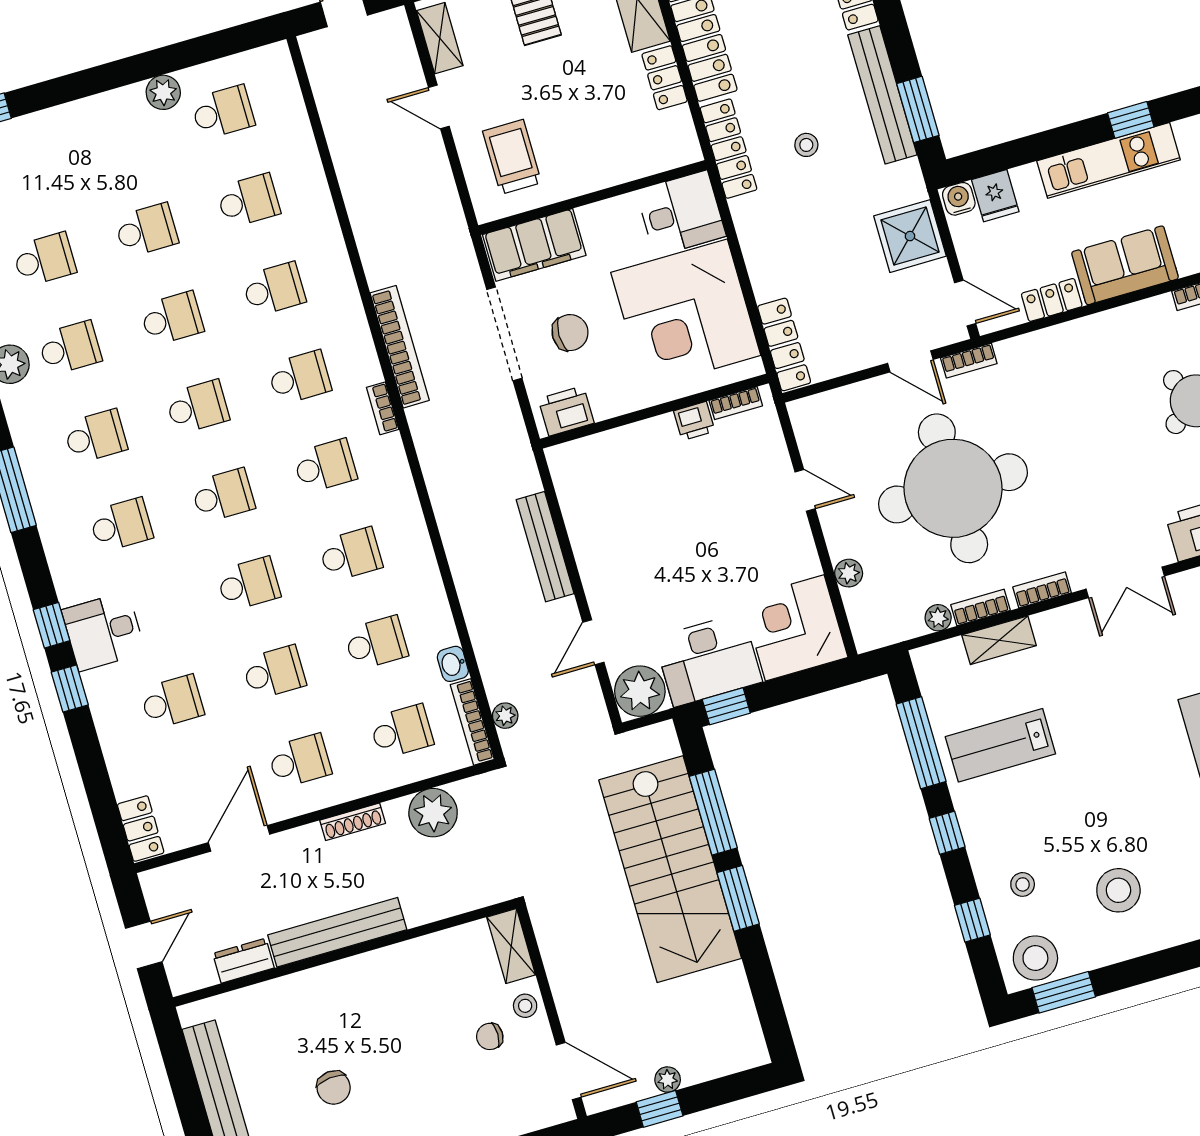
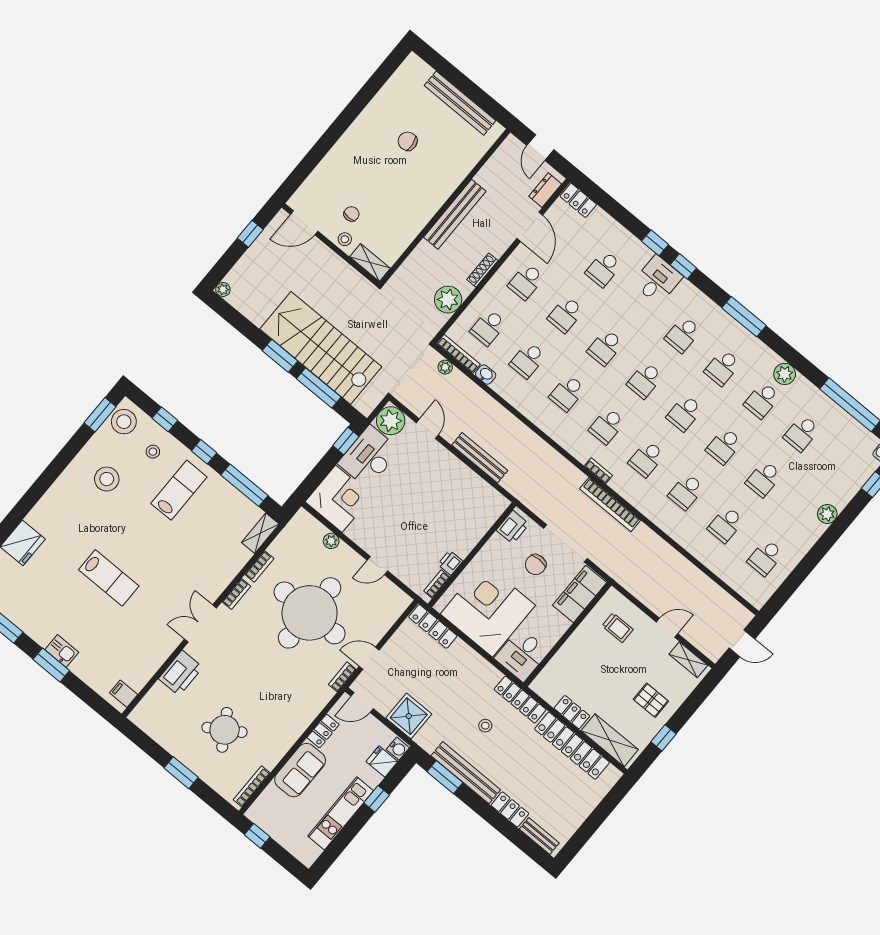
plant: (163, 92) -> (827, 514), moved
window: (1131, 120) -> (377, 799), moved
trolley: (512, 157) -> (618, 628), width x0.73, depth x0.72
plant: (938, 618) -> (276, 548), removed
shelving: (999, 640) -> (260, 533), moved
lab bench: (1000, 745) -> (179, 490), moved
dresser: (243, 961) -> (545, 190), moved, turned 180
plant: (668, 1080) -> (223, 289), moved

